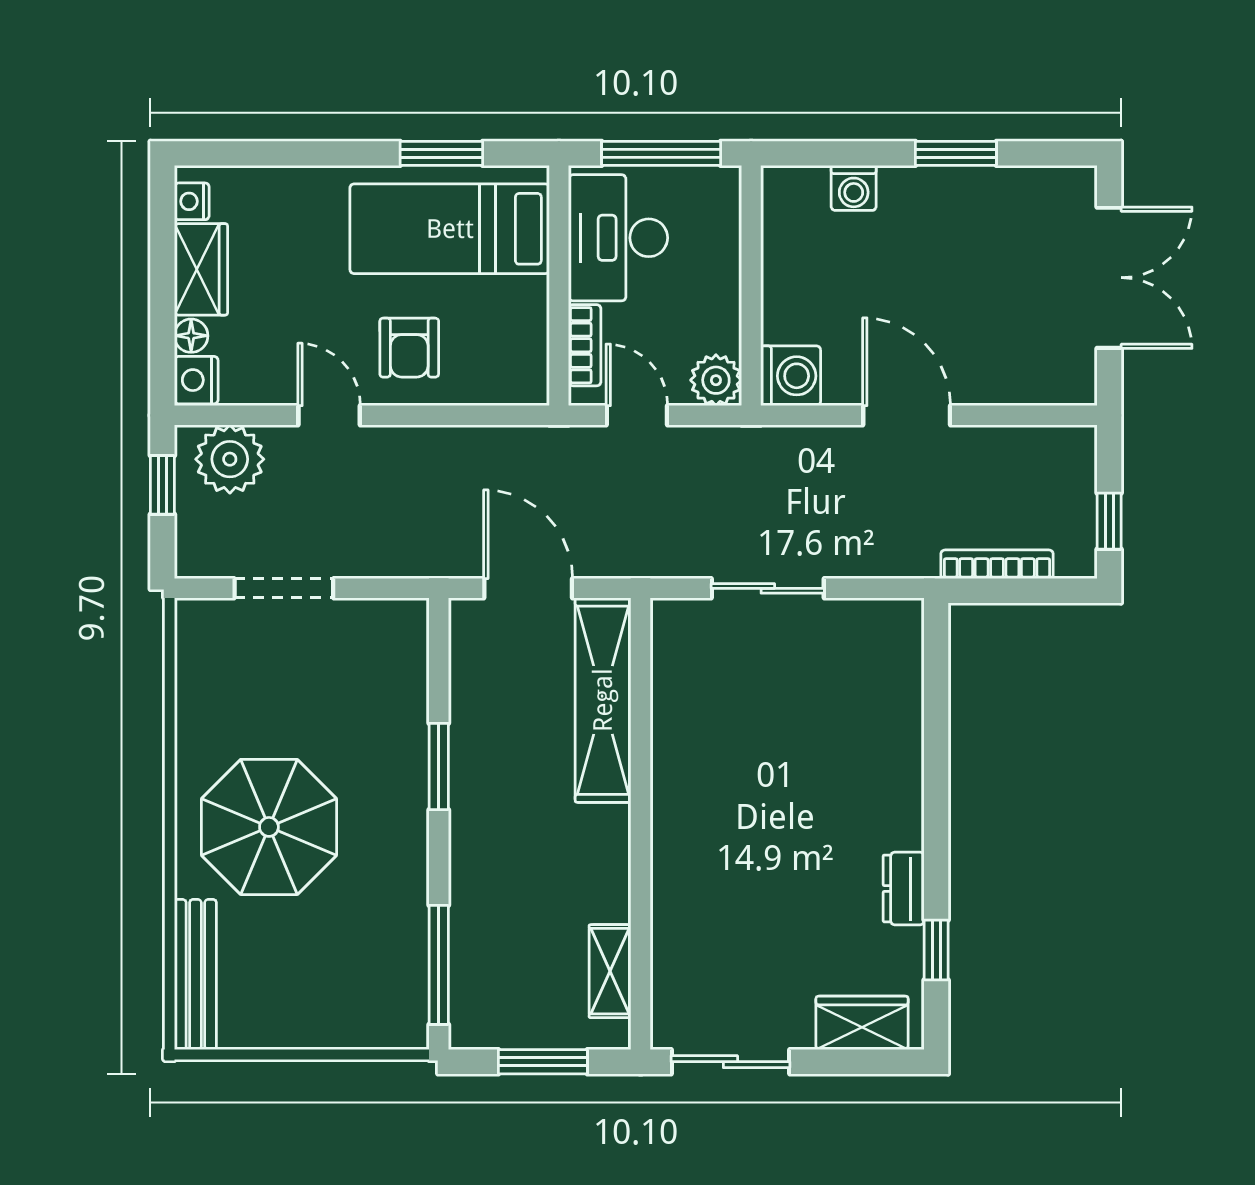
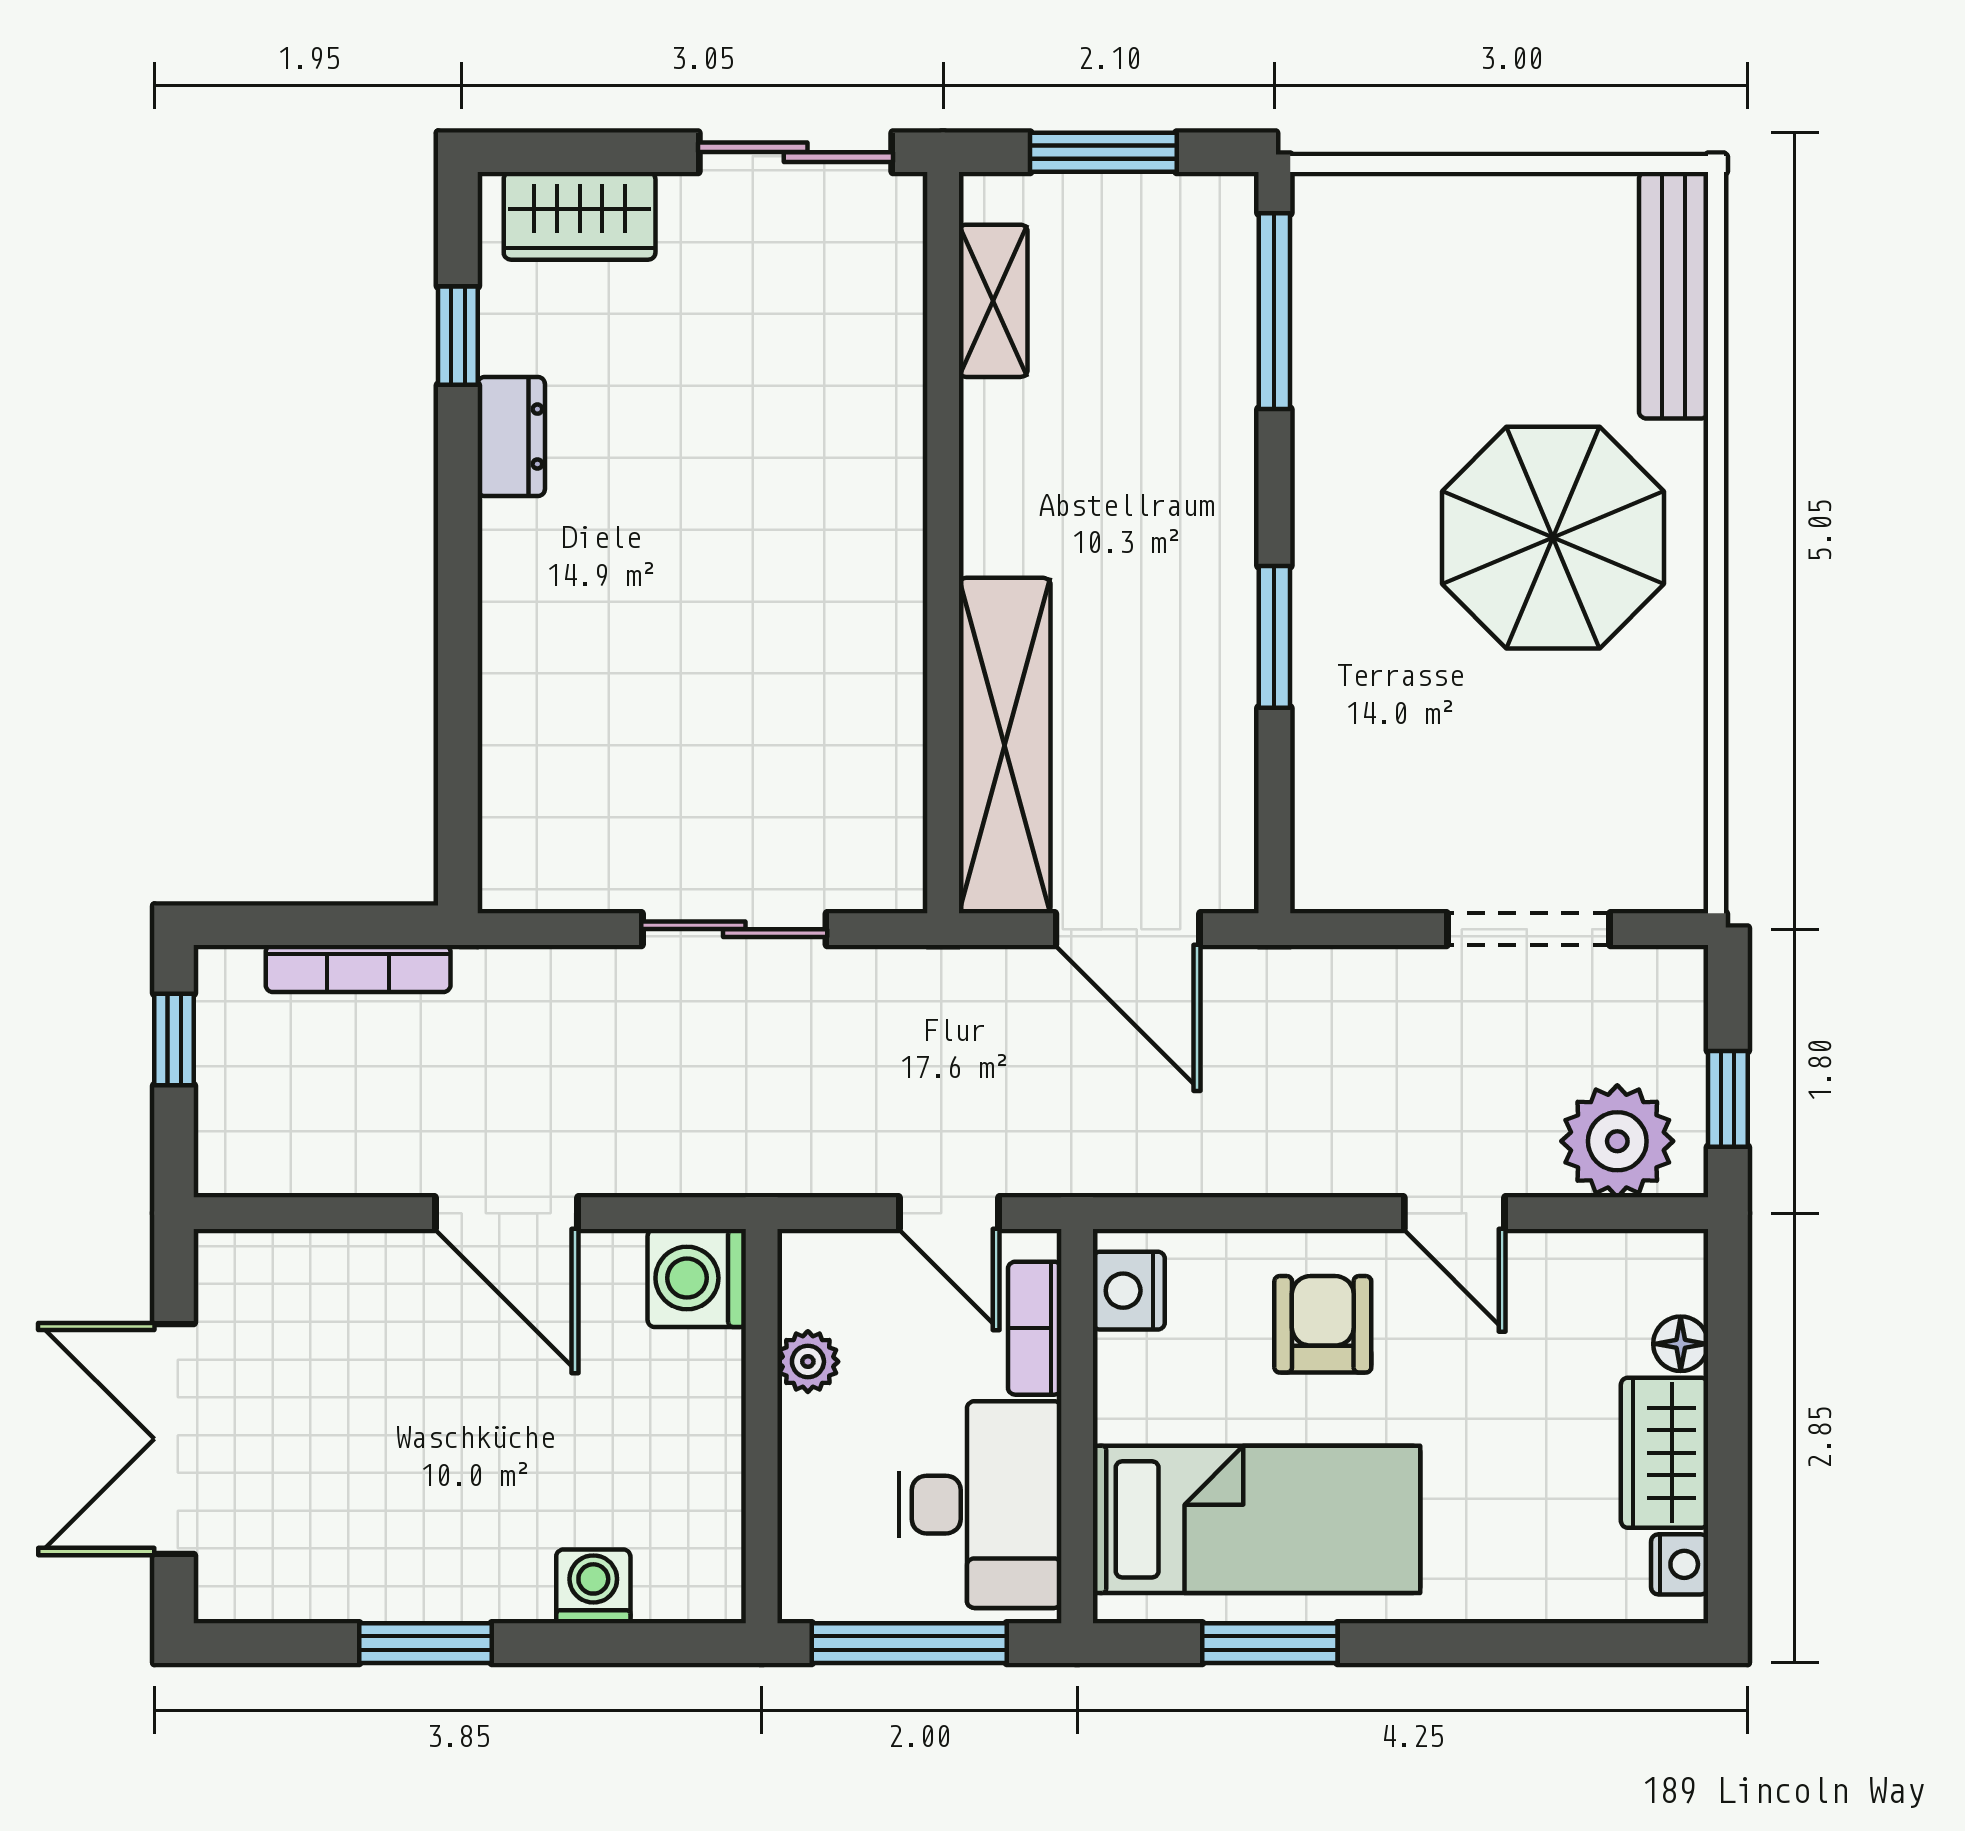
nightstand: (196, 380) -> (1129, 1291), moved, turned 180
plant: (716, 380) -> (808, 1362), moved, width x0.73, depth x0.73

